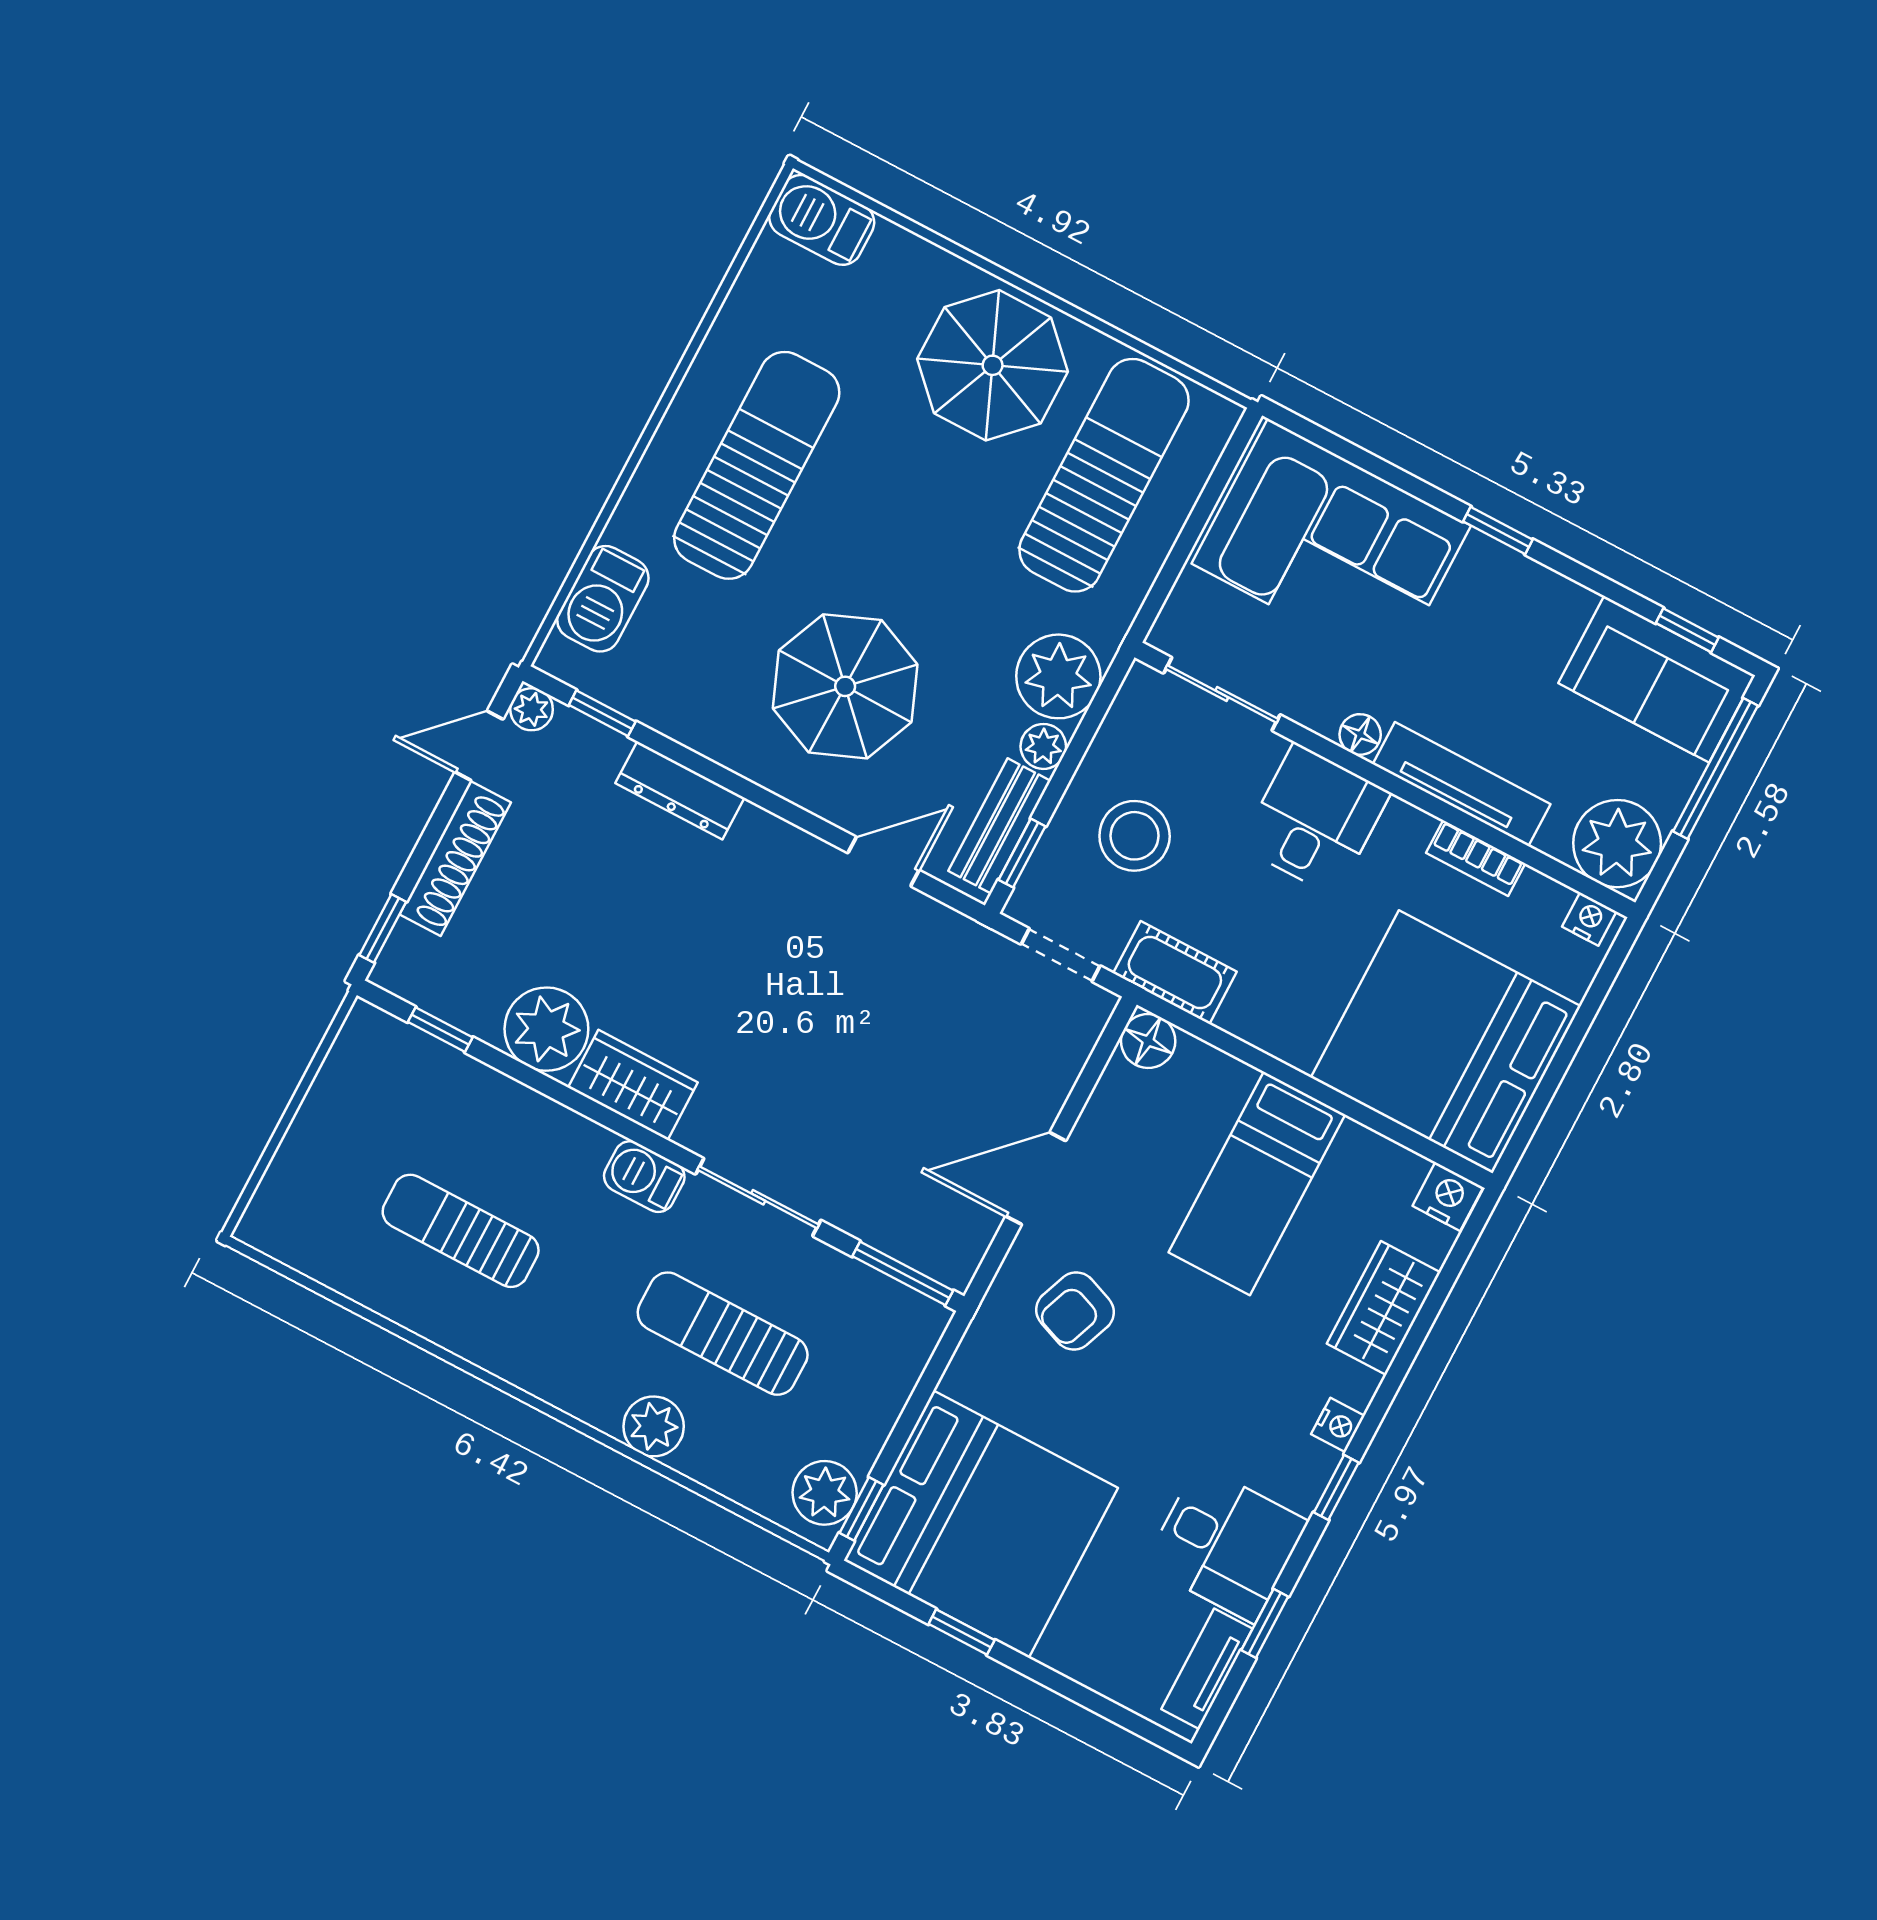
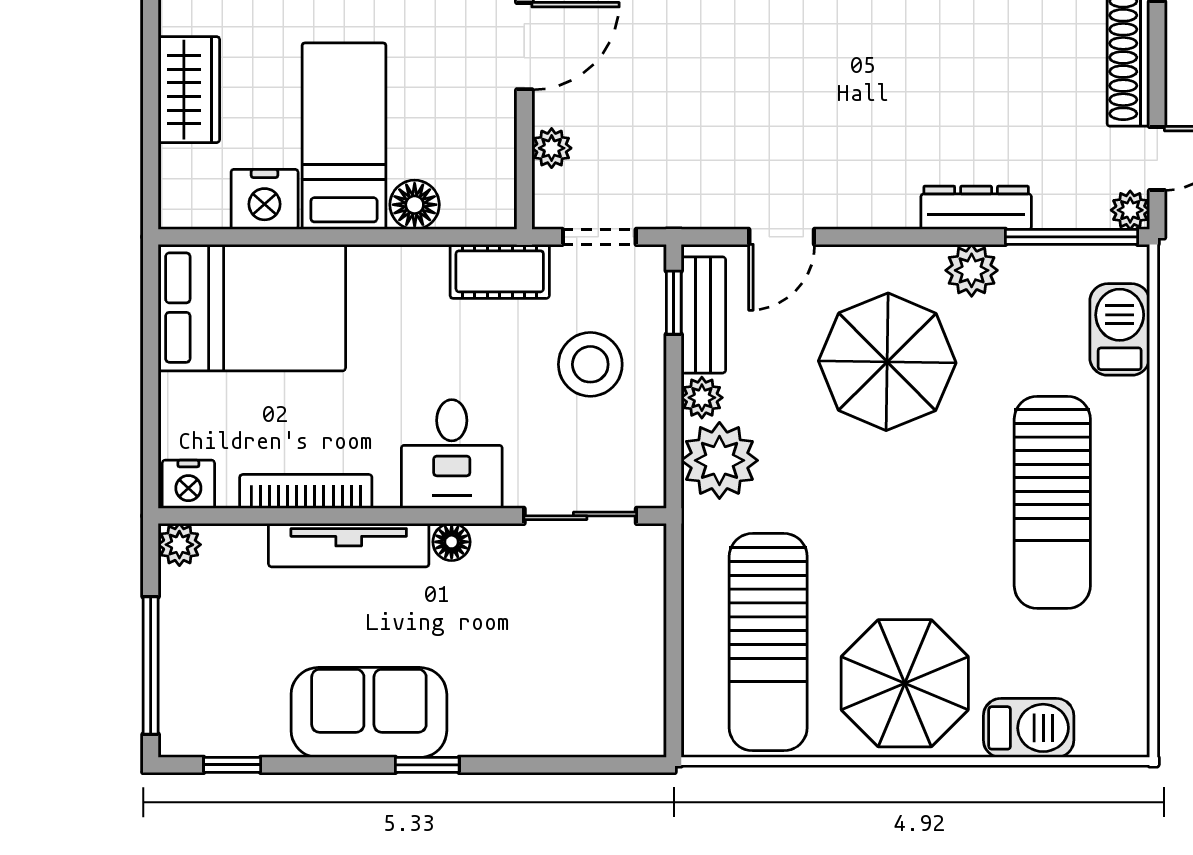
barbecue: (822, 220) -> (1029, 728), moved
corner sofa: (1331, 545) -> (555, 683), removed
sofa: (1657, 679) -> (369, 712), moved
window: (602, 713) -> (1072, 237), width x2.17
plant: (716, 732) -> (972, 270), added
plant: (1617, 844) -> (179, 545), width x0.53, depth x0.53
bookcase: (1476, 858) -> (306, 491), width x1.56
nightstand: (1589, 919) -> (188, 484), width x1.39, depth x1.35
floor lamp: (1148, 1041) -> (415, 205), moved
bed: (1446, 1042) -> (252, 308), width x0.73
plant: (1061, 1066) -> (552, 148), added
nightstand: (1448, 1197) -> (265, 199), moved, width x1.36, depth x1.33

